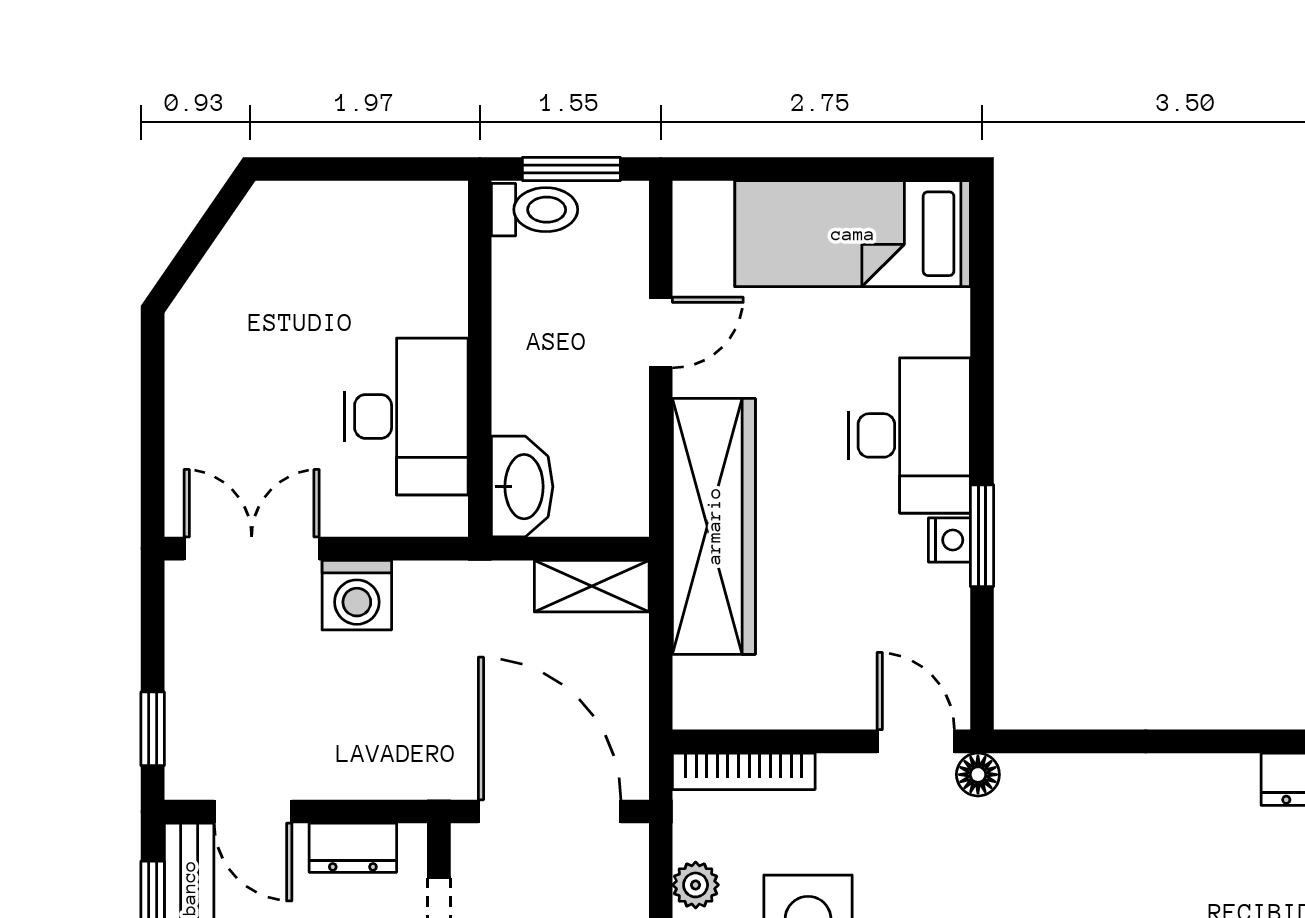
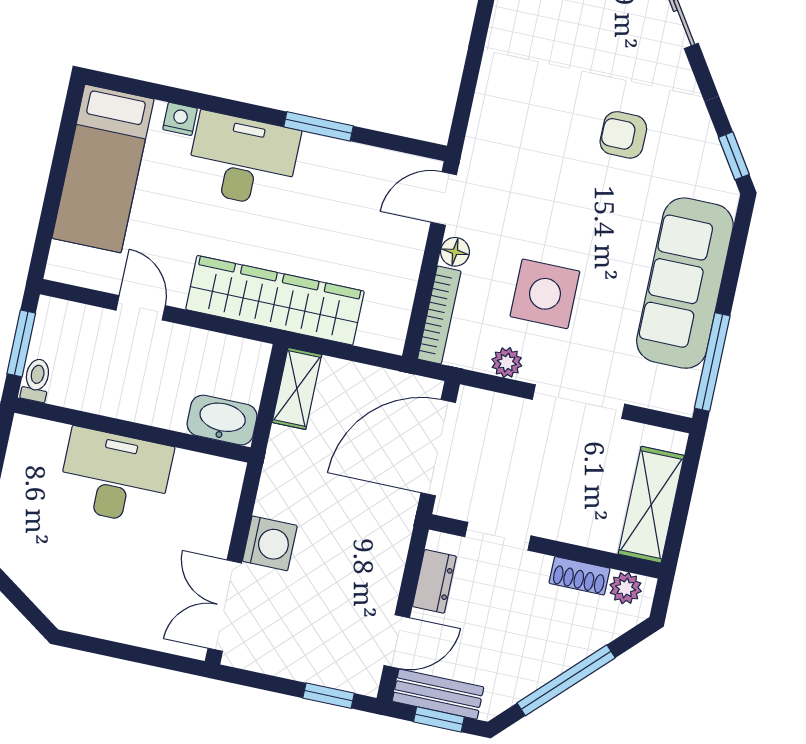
toilet: (535, 210) -> (36, 380), width x0.73, depth x0.72
desk: (406, 416) -> (115, 476), moved
nightstand: (949, 540) -> (180, 119), moved
floor lamp: (978, 775) -> (455, 252), moved

